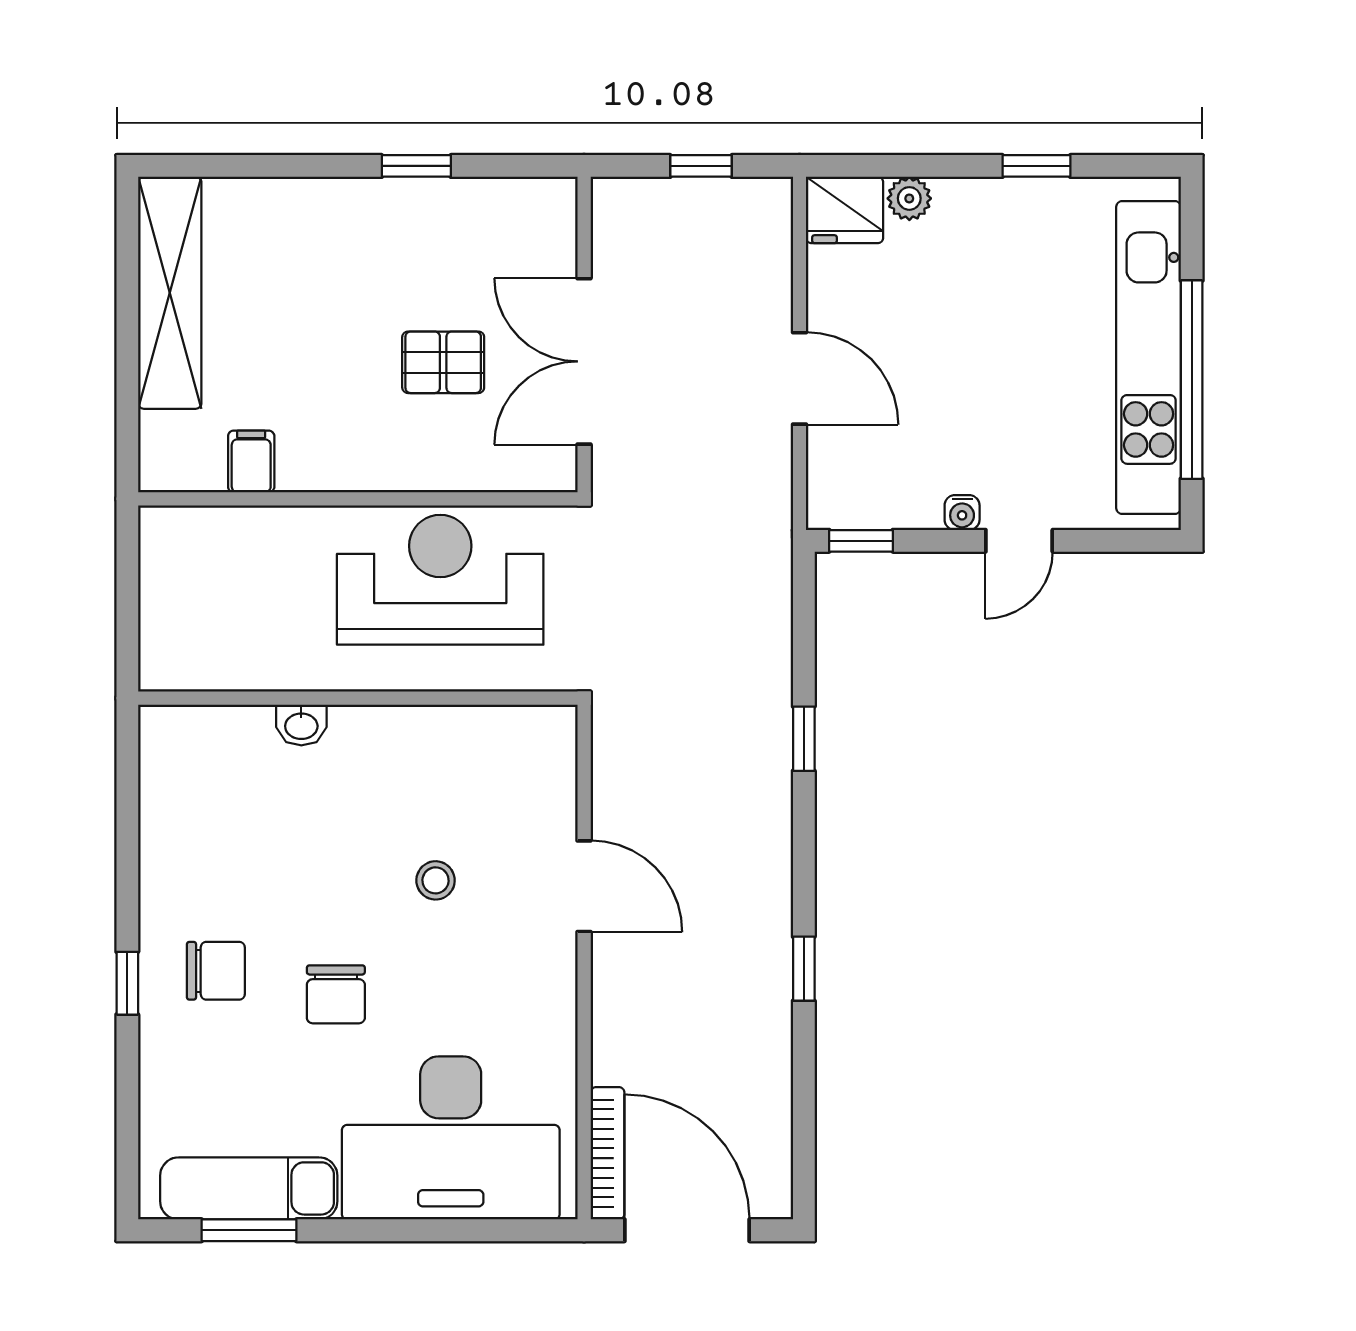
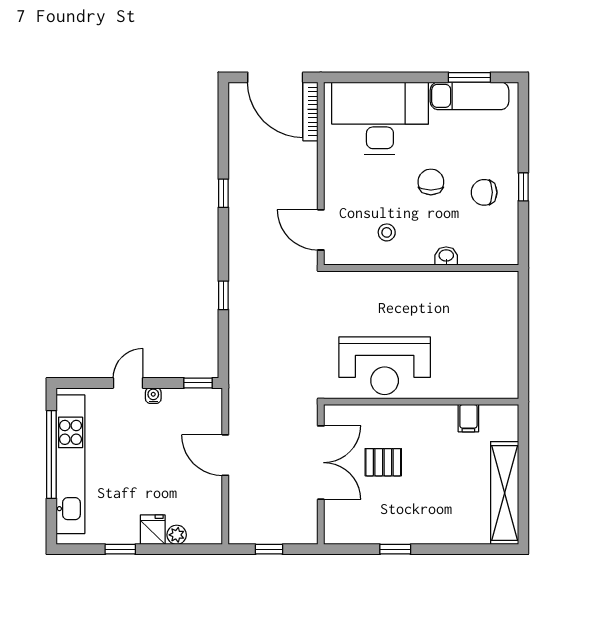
fridge: (845, 210) -> (153, 530), moved, width x0.72
wall: (358, 698) -> (421, 268), moved
washbasin: (301, 725) -> (446, 256), moved

